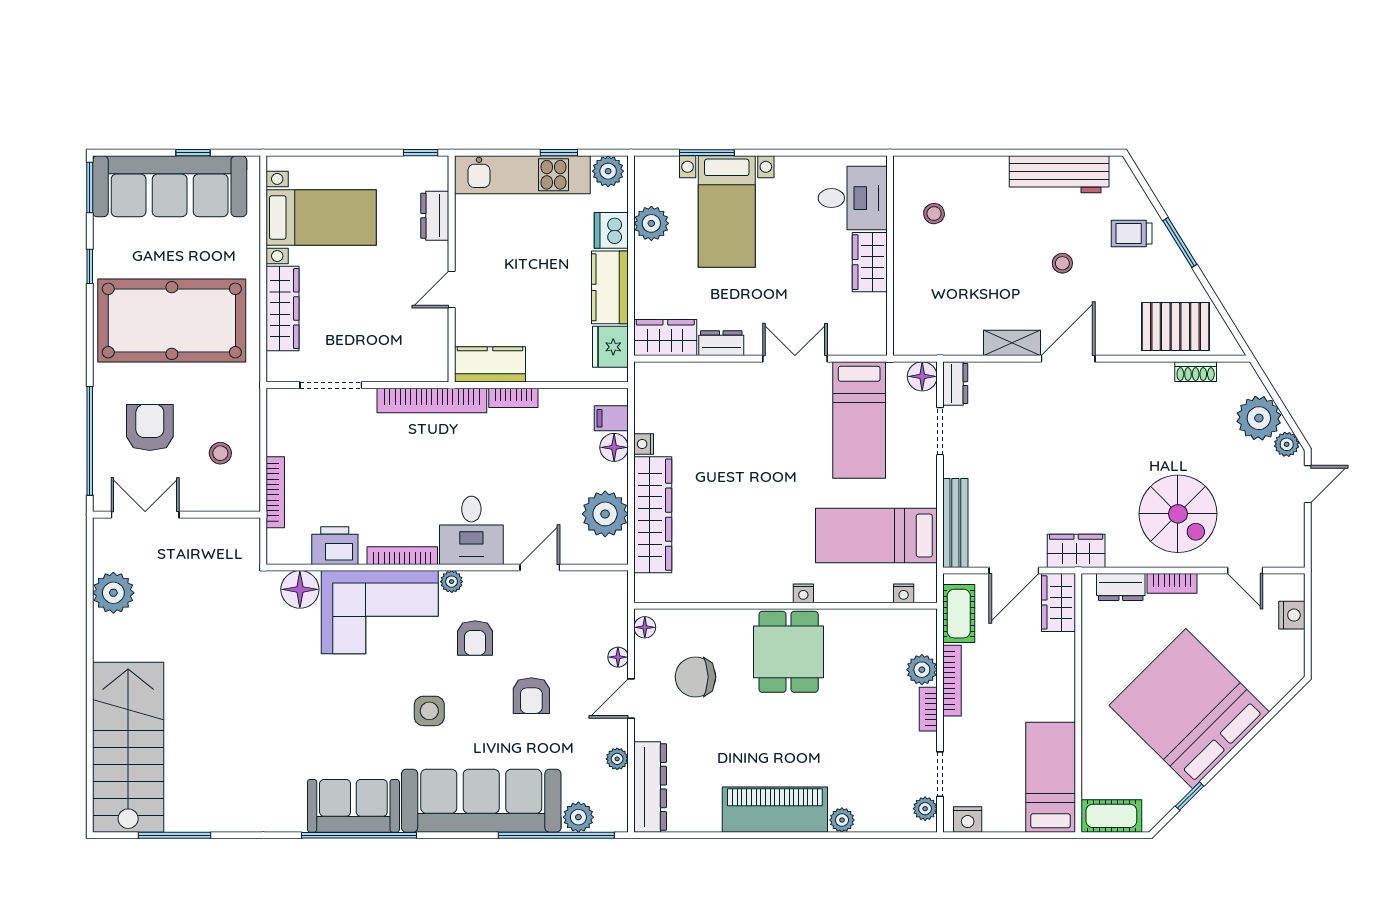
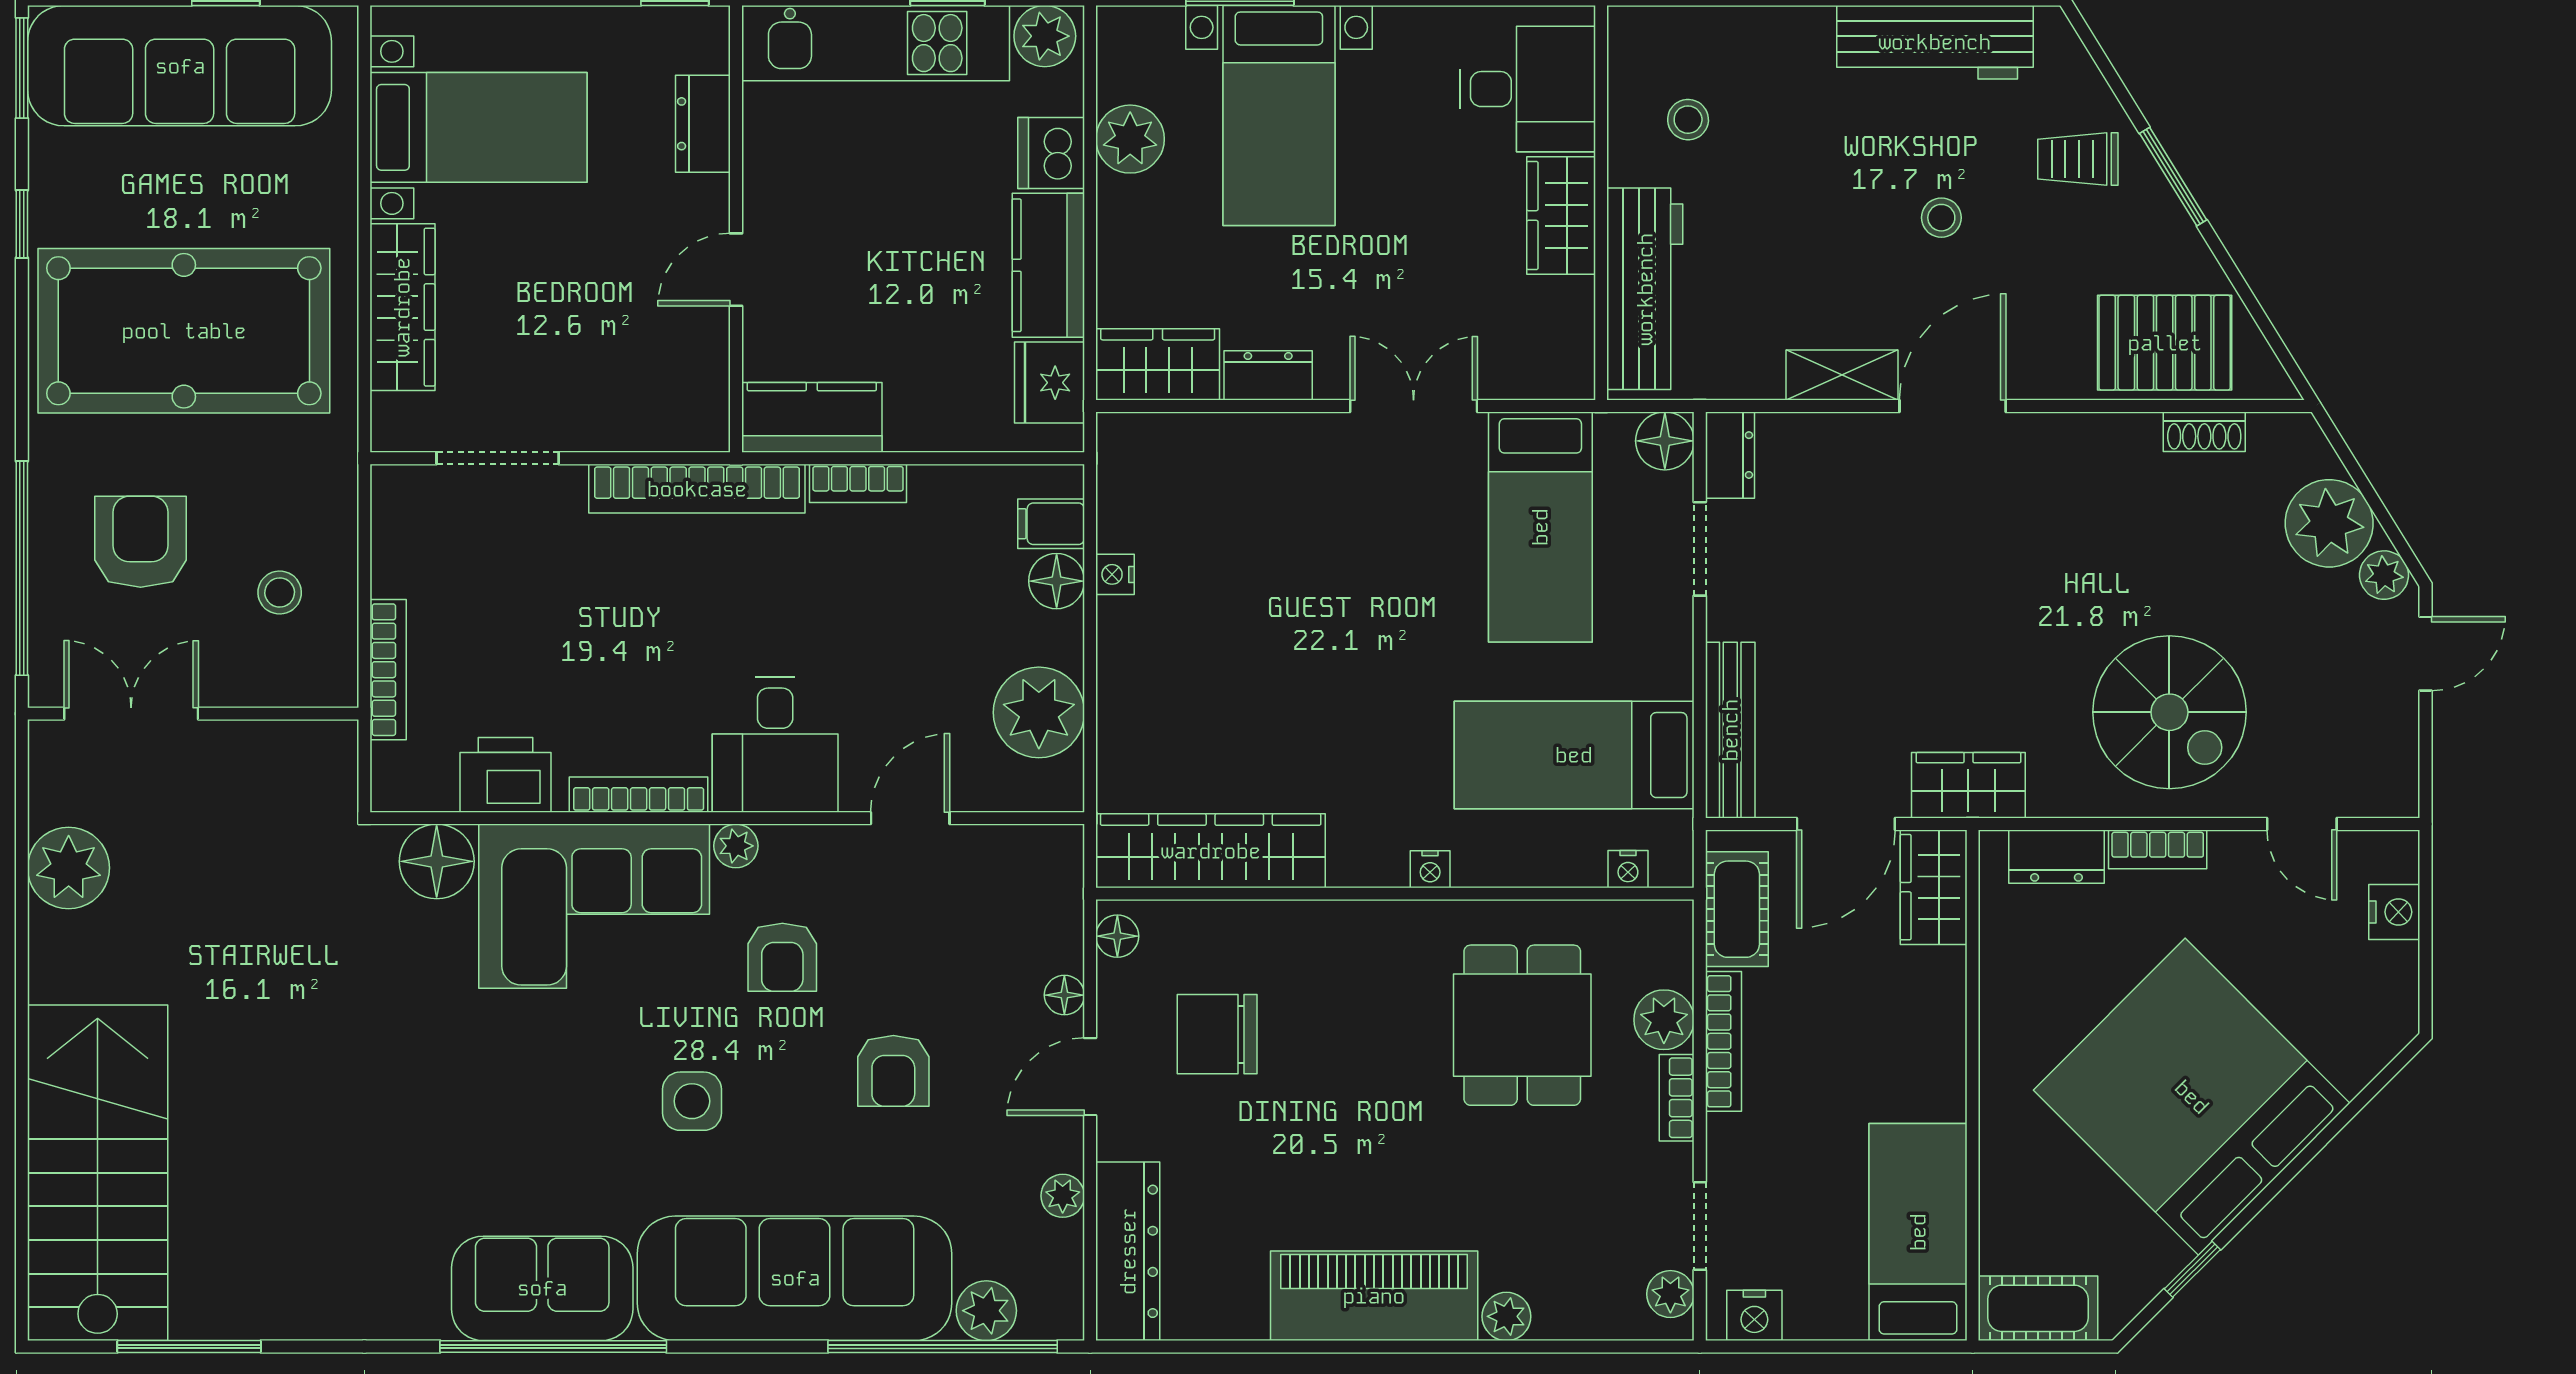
workbench: (912, 299) -> (1645, 289), added
wardrobe: (653, 515) -> (1211, 851), moved, turned -90
dining table: (789, 652) -> (1522, 1025), moved

